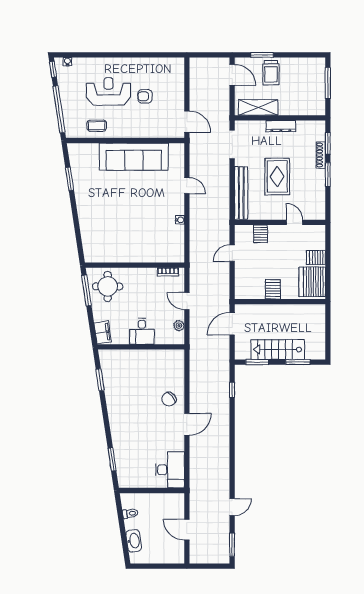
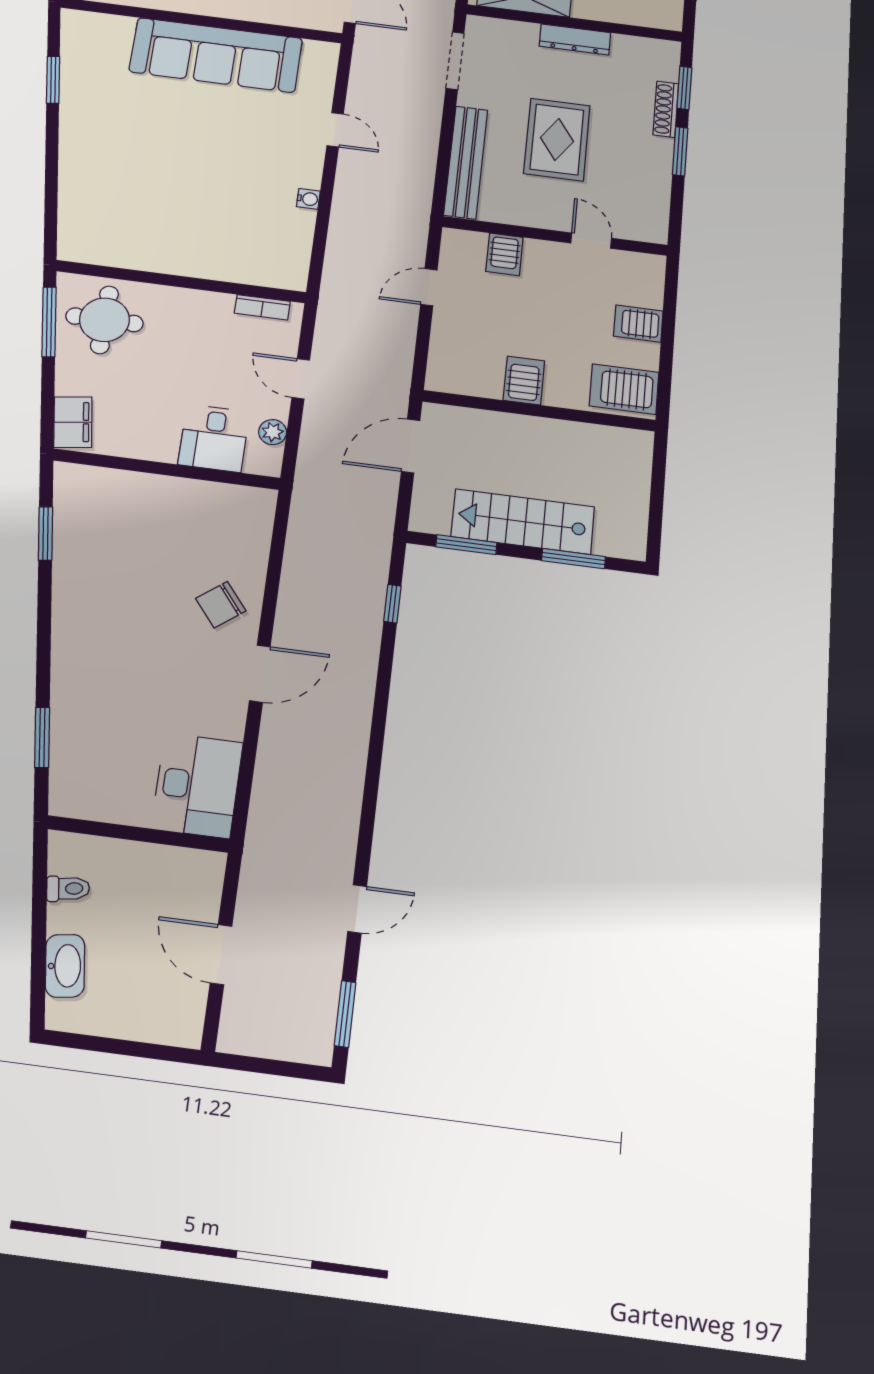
server rack: (312, 282) -> (624, 389), width x0.62
desk: (142, 331) -> (214, 438), moved

